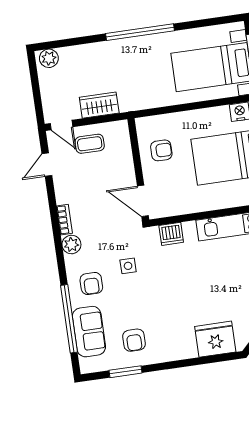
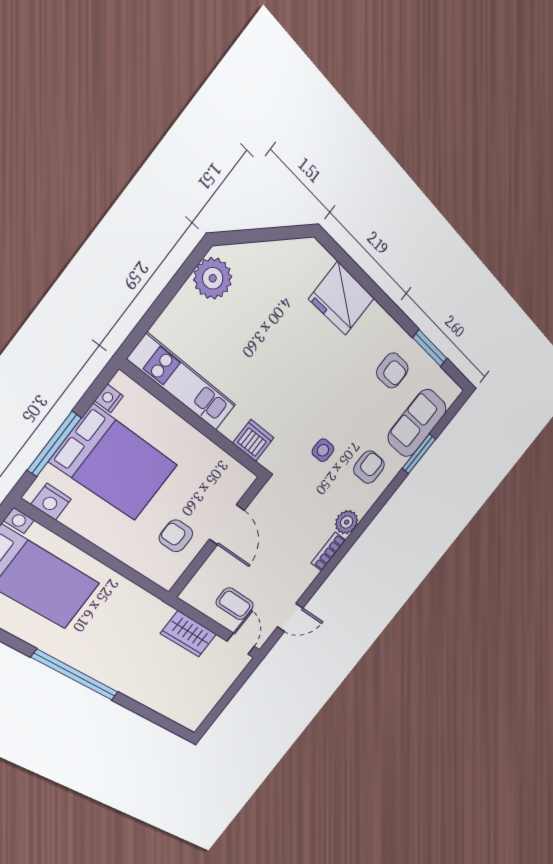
plant: (49, 58) -> (188, 716), removed
door: (143, 201) -> (227, 525), moved
window: (69, 319) -> (419, 454), width x0.47
fridge: (215, 339) -> (342, 299), moved
armchair: (134, 340) -> (392, 371), turned 90

